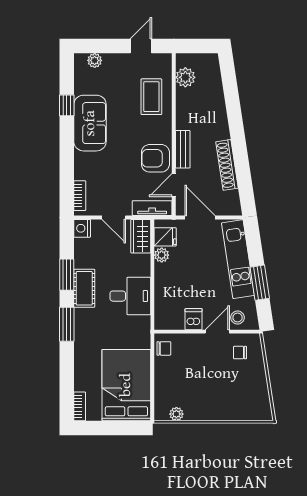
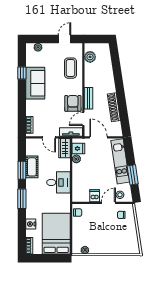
armchair: (155, 158) -> (73, 103), turned 90
nightstand: (82, 228) -> (31, 224), moved
cot: (84, 288) -> (32, 167), moved

